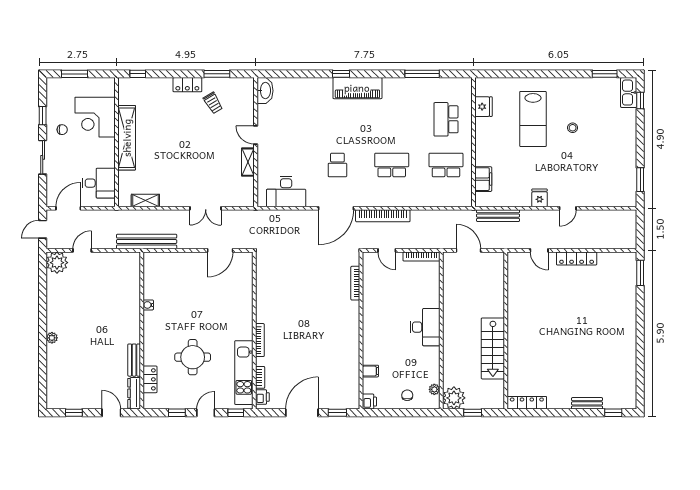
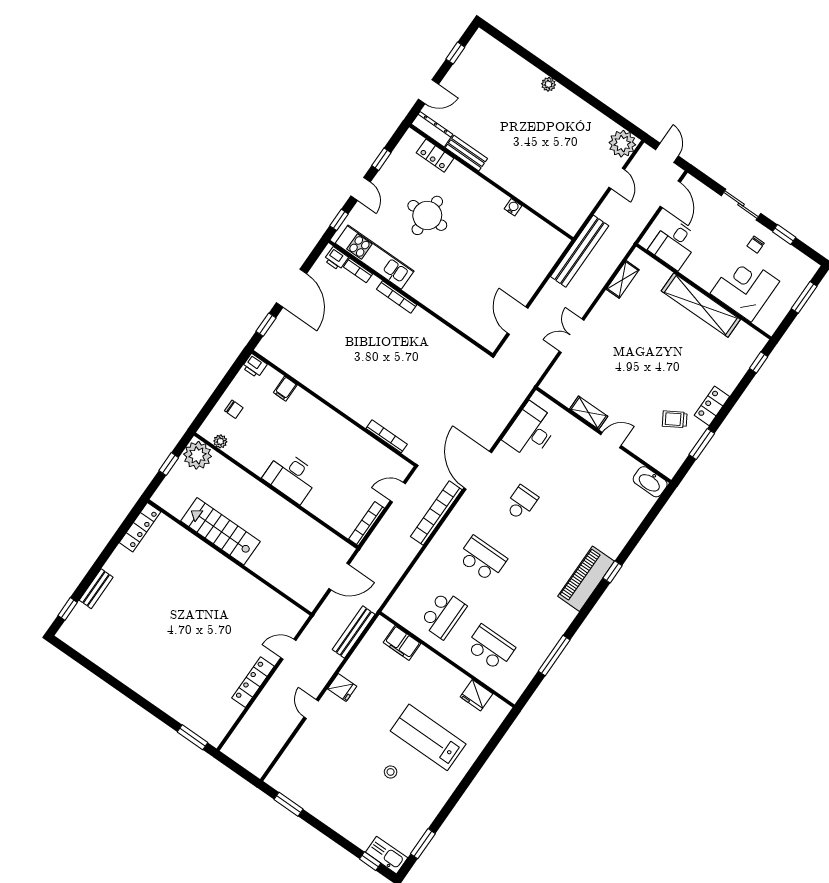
school desk: (337, 165) -> (521, 503), turned 90
school desk: (392, 165) -> (482, 559), turned -90

